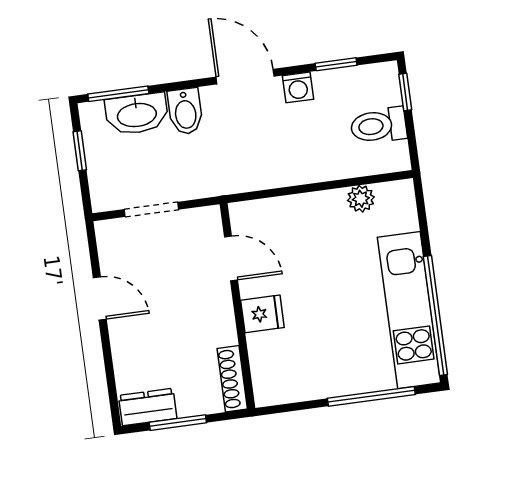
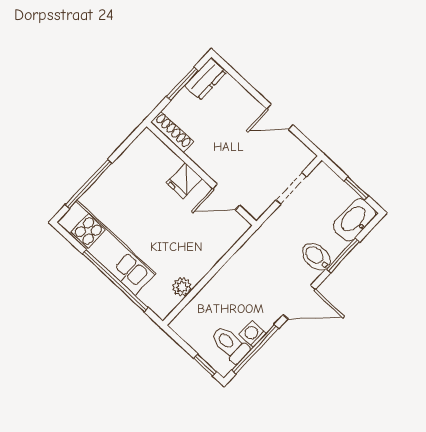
window: (336, 64) -> (255, 349), width x2.17
washing machine: (298, 87) -> (252, 334), moved
window: (118, 94) -> (343, 256), moved
washbasin: (137, 114) -> (355, 220), moved
toilet: (378, 126) -> (230, 344), moved, turned -90
window: (435, 316) -> (115, 281), moved

